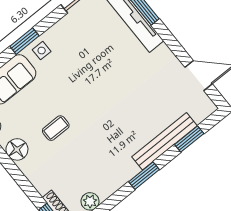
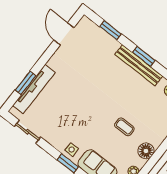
bench: (165, 141) -> (139, 65), moved

